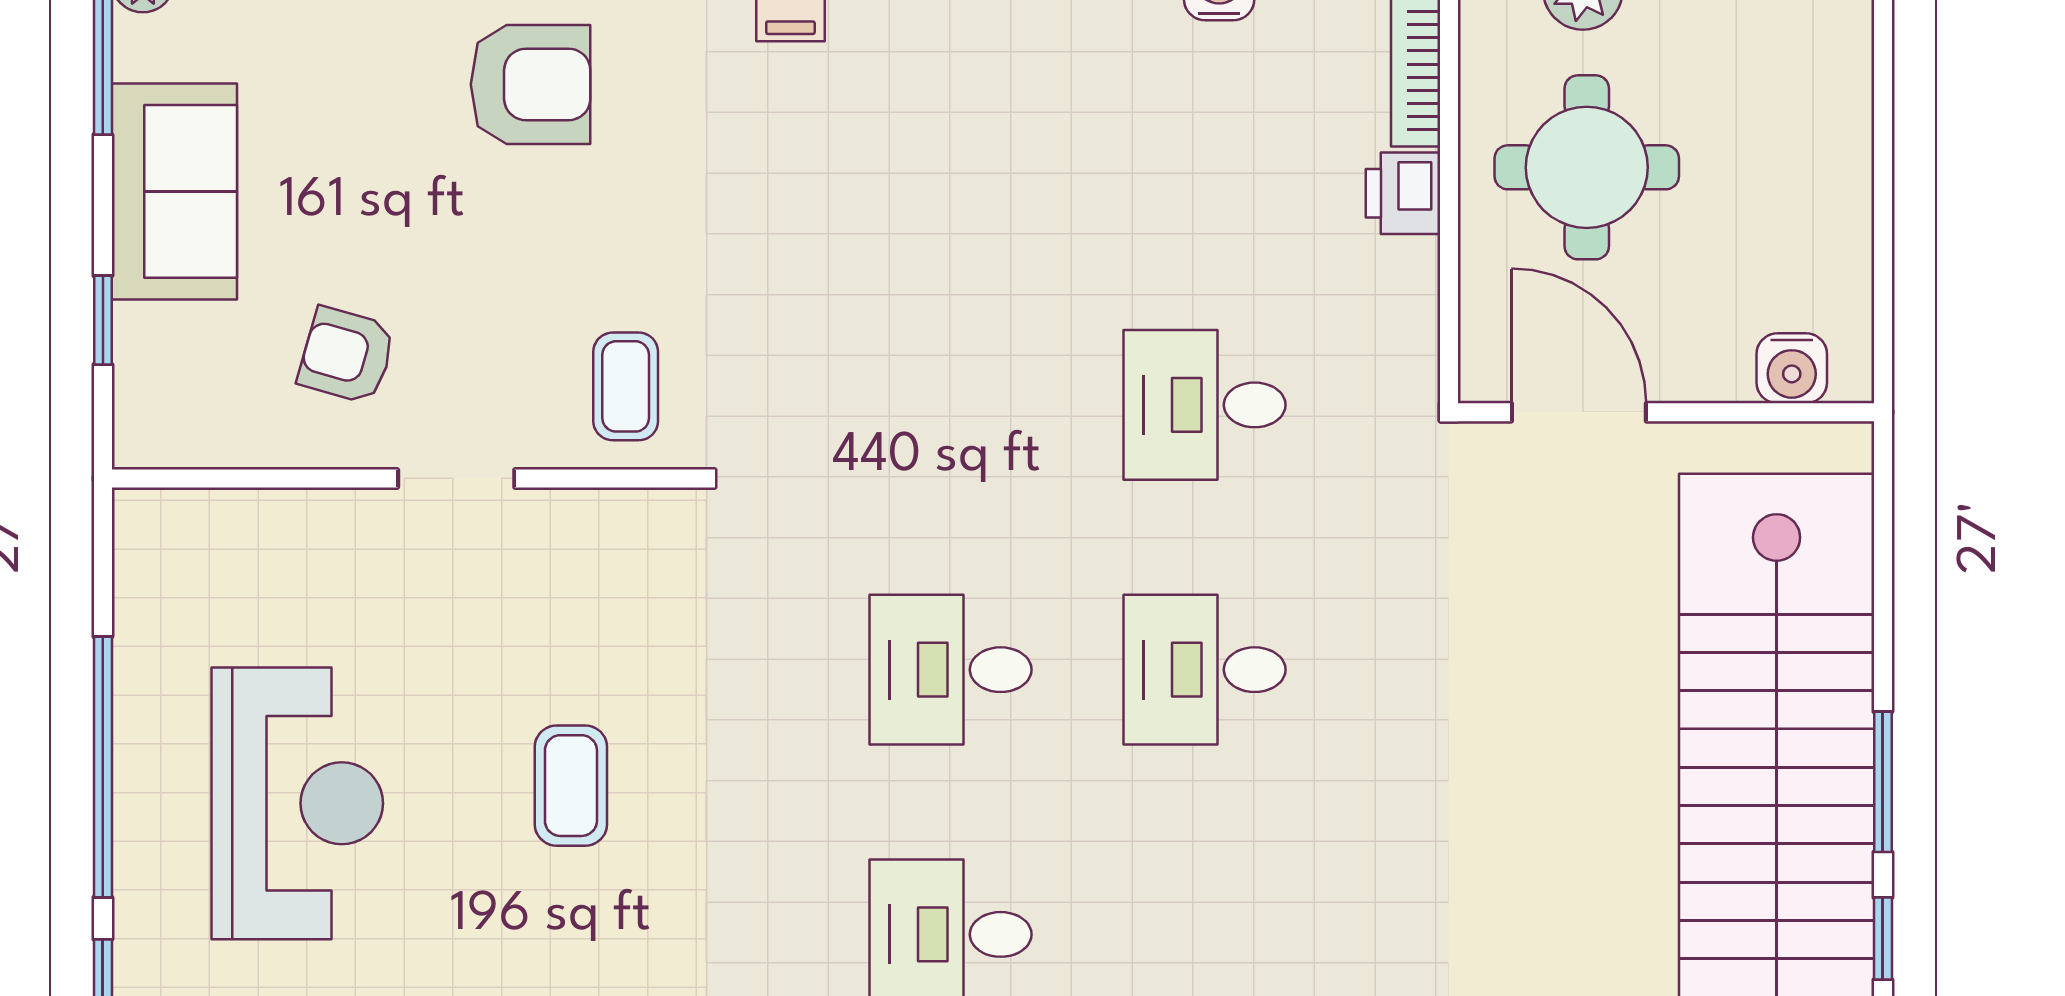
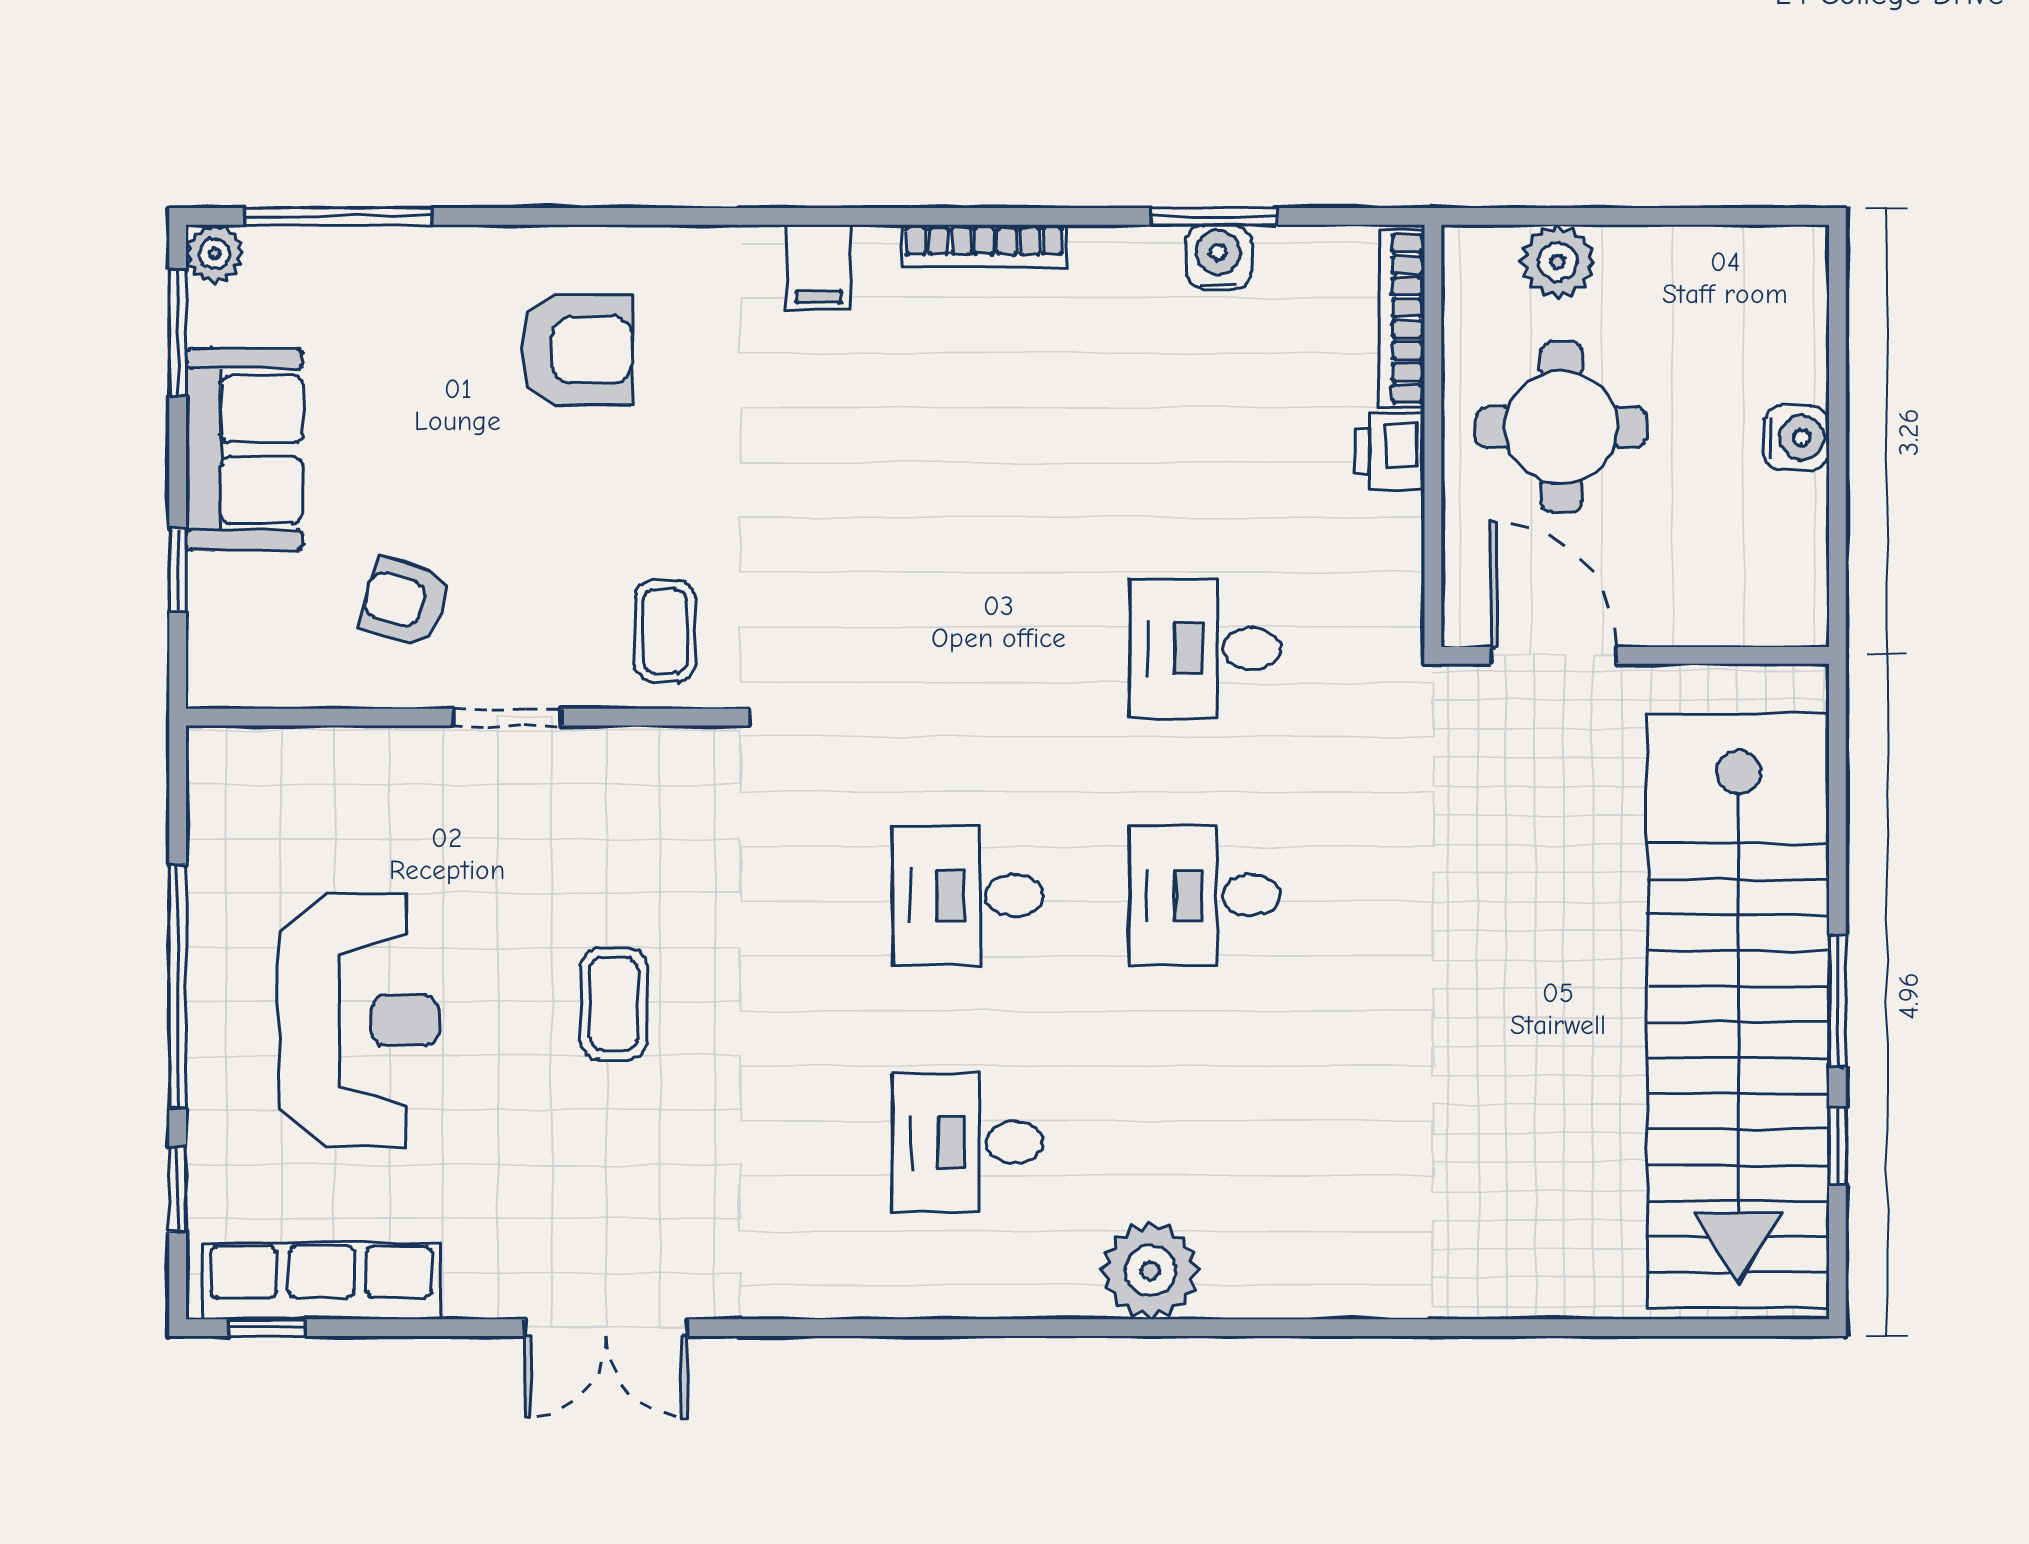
water cooler: (1792, 368) -> (1796, 438), moved, turned -90

